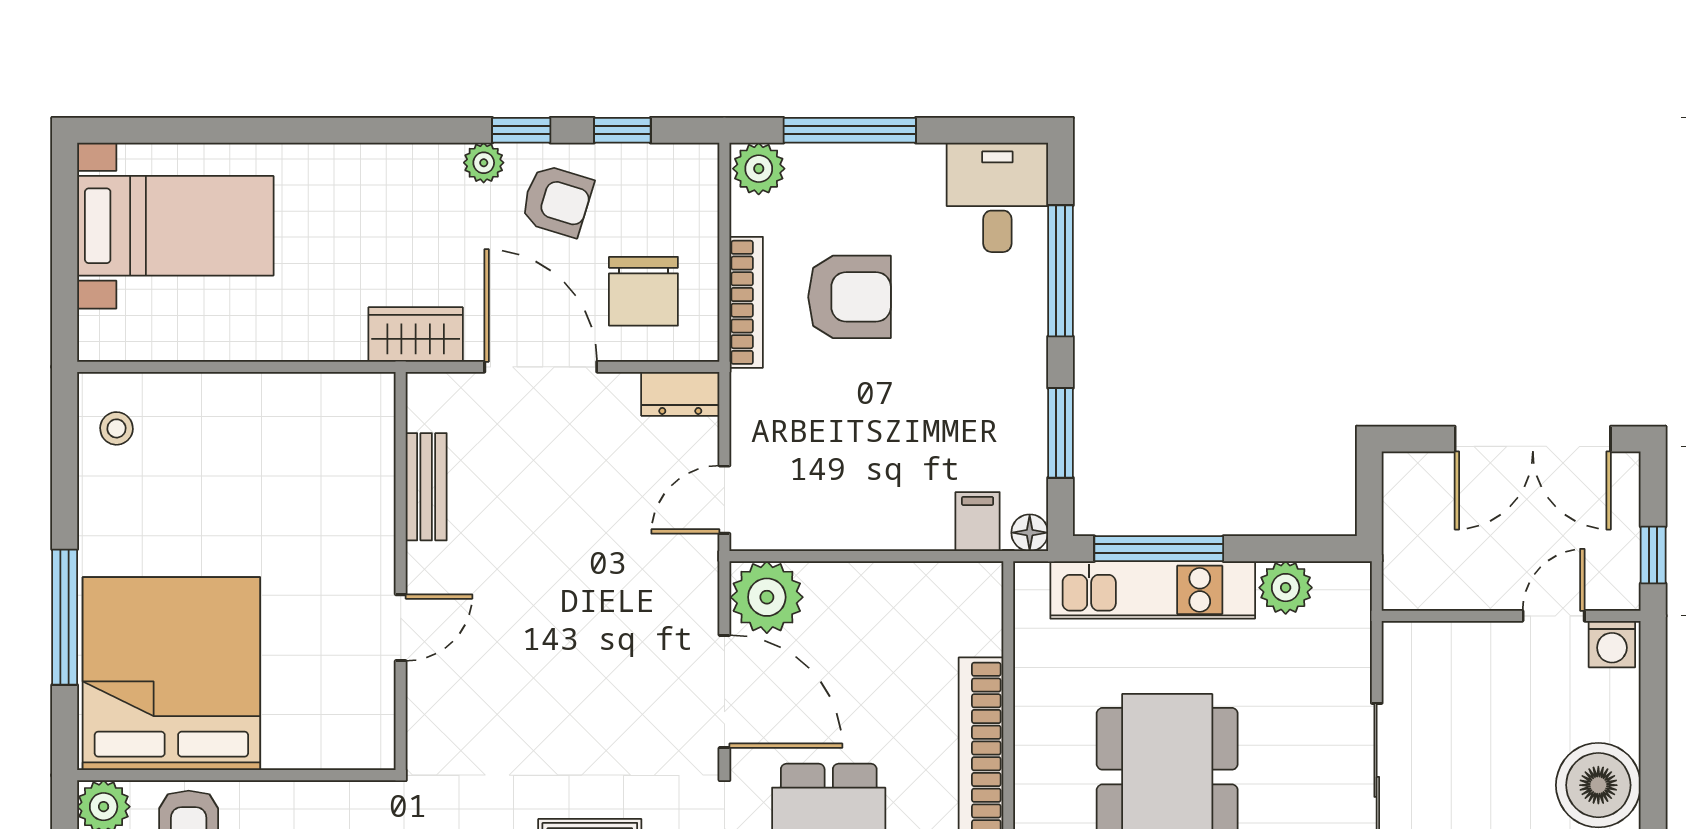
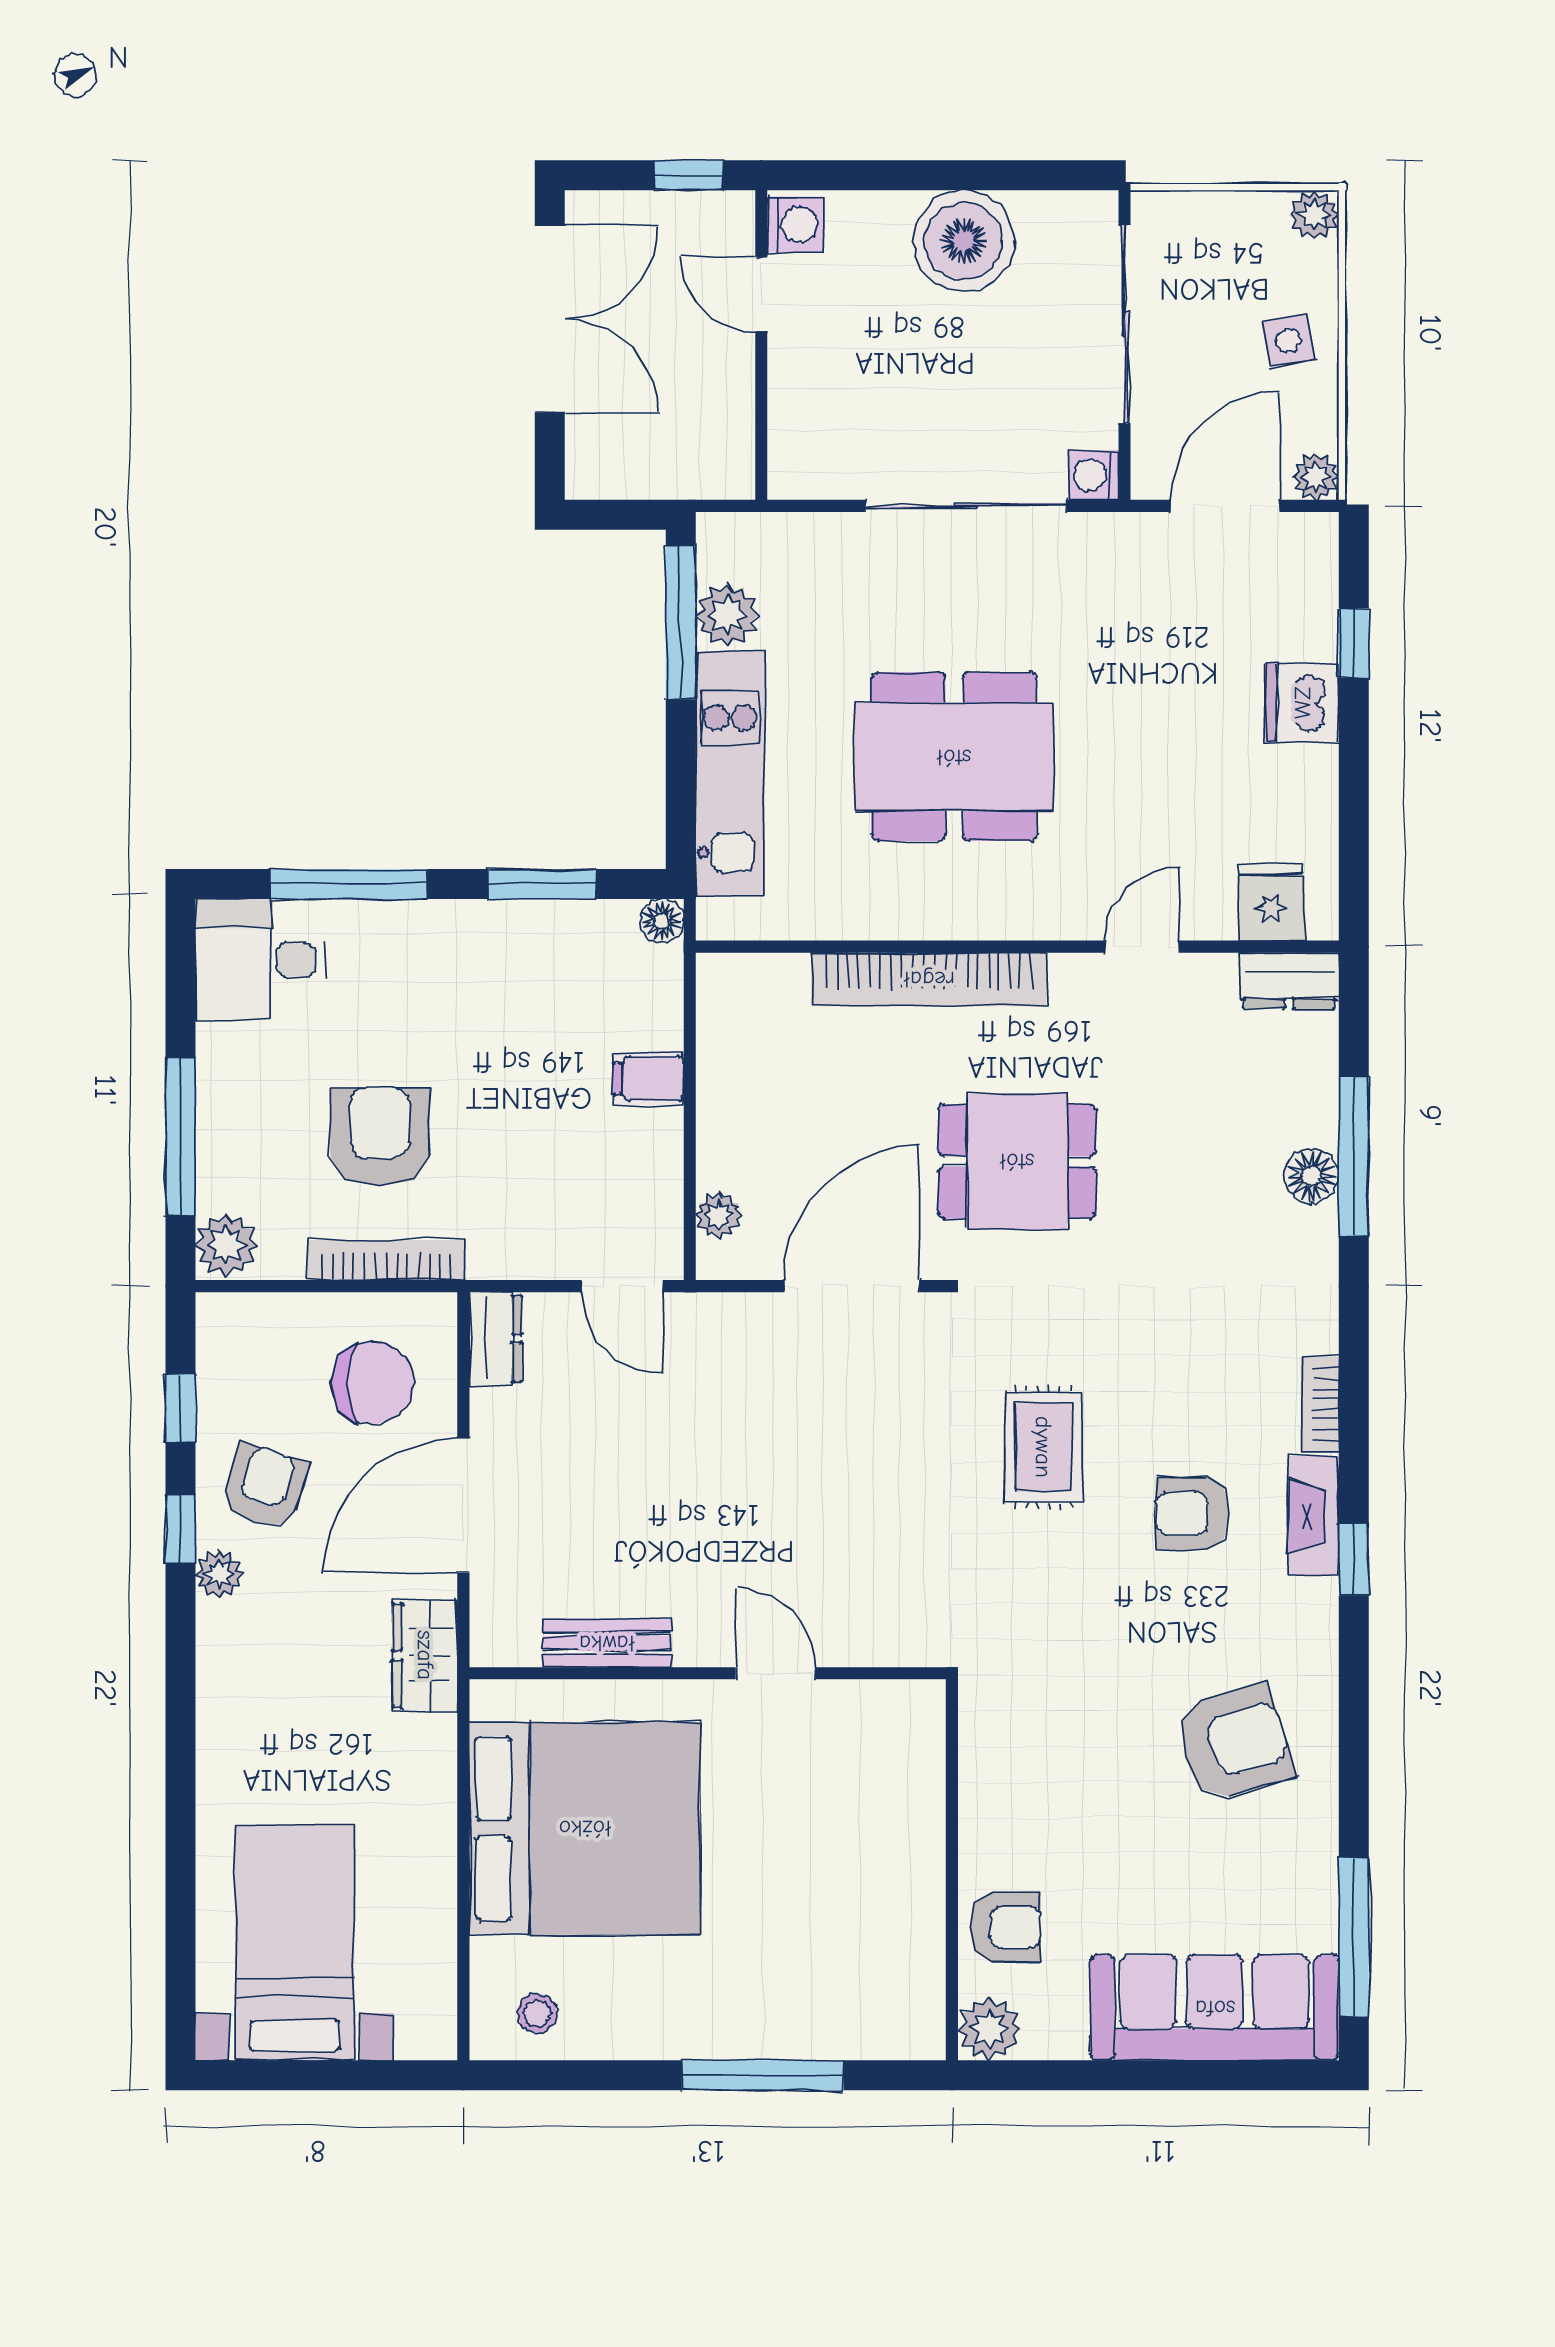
filing cabinet: (978, 522) -> (649, 1079), moved
window: (1159, 549) -> (681, 622), moved
plant: (767, 597) -> (719, 1215), width x0.53, depth x0.53
bed: (171, 674) -> (585, 1828), moved, turned 180

